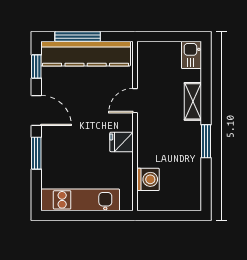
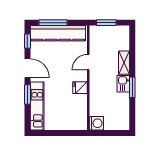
window: (164, 37) -> (106, 23), added
kitchen sink: (191, 55) -> (123, 84), moved
washing machine: (148, 179) -> (96, 123), moved
kitchen unit: (80, 200) -> (37, 106), moved, turned 90

